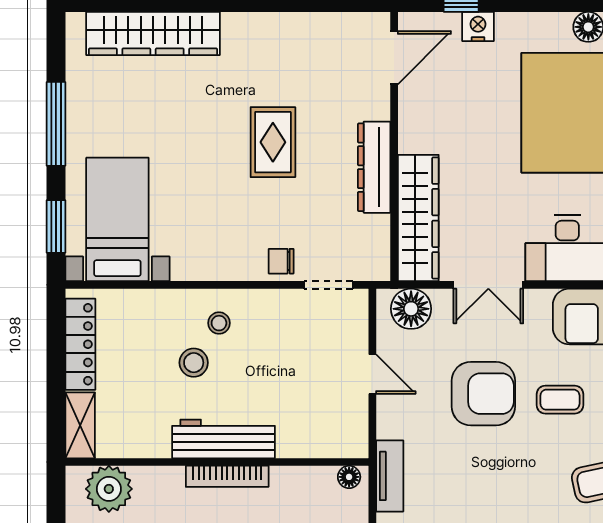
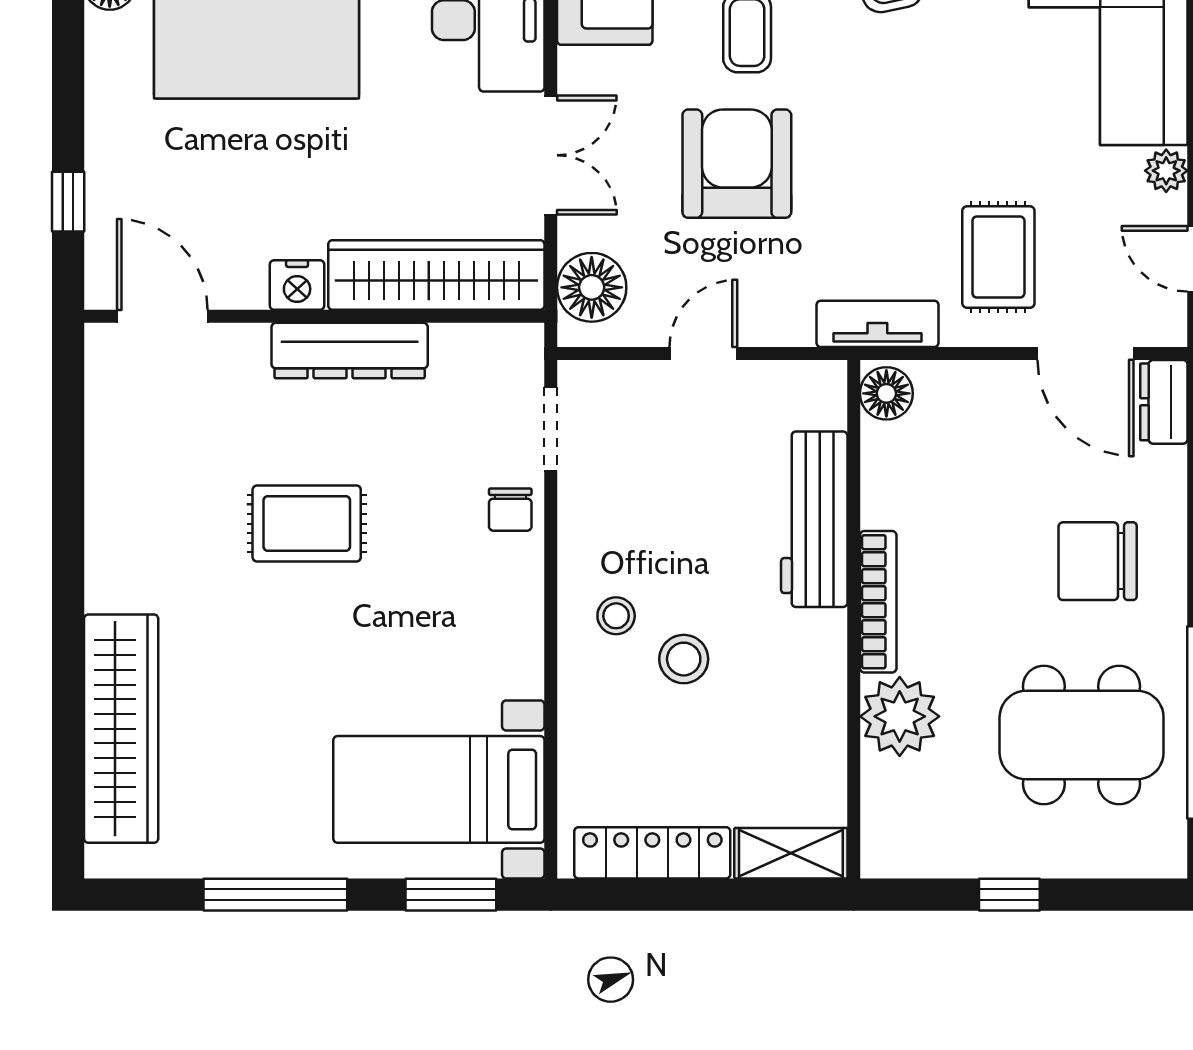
nightstand: (478, 27) -> (297, 285), moved, turned -90
workbench: (224, 439) -> (814, 519), moved
floor lamp: (349, 477) -> (886, 393), width x1.37, depth x1.37
plant: (109, 489) -> (900, 716), moved

